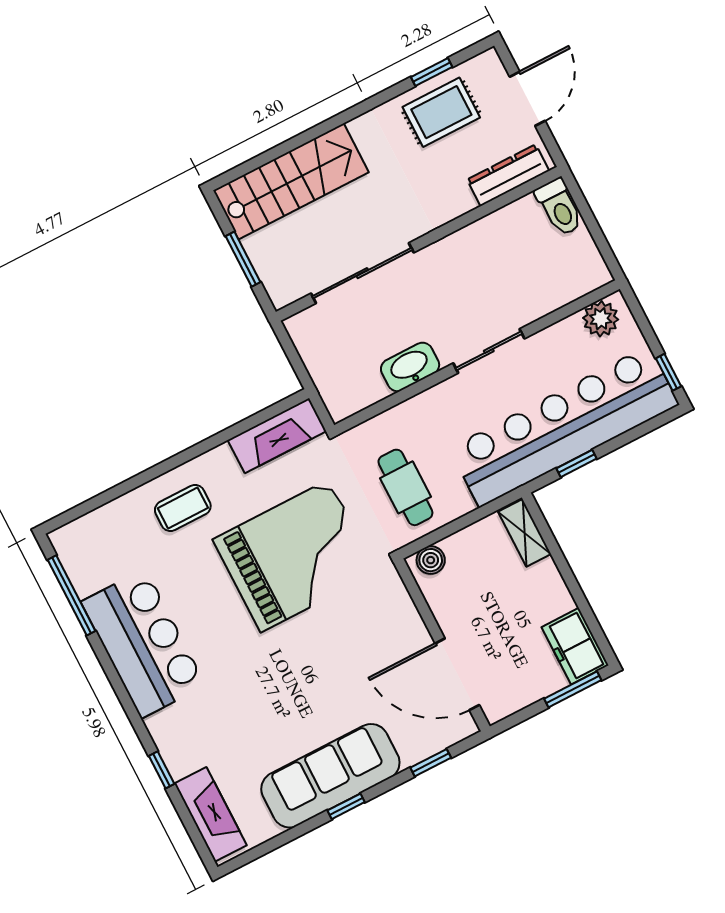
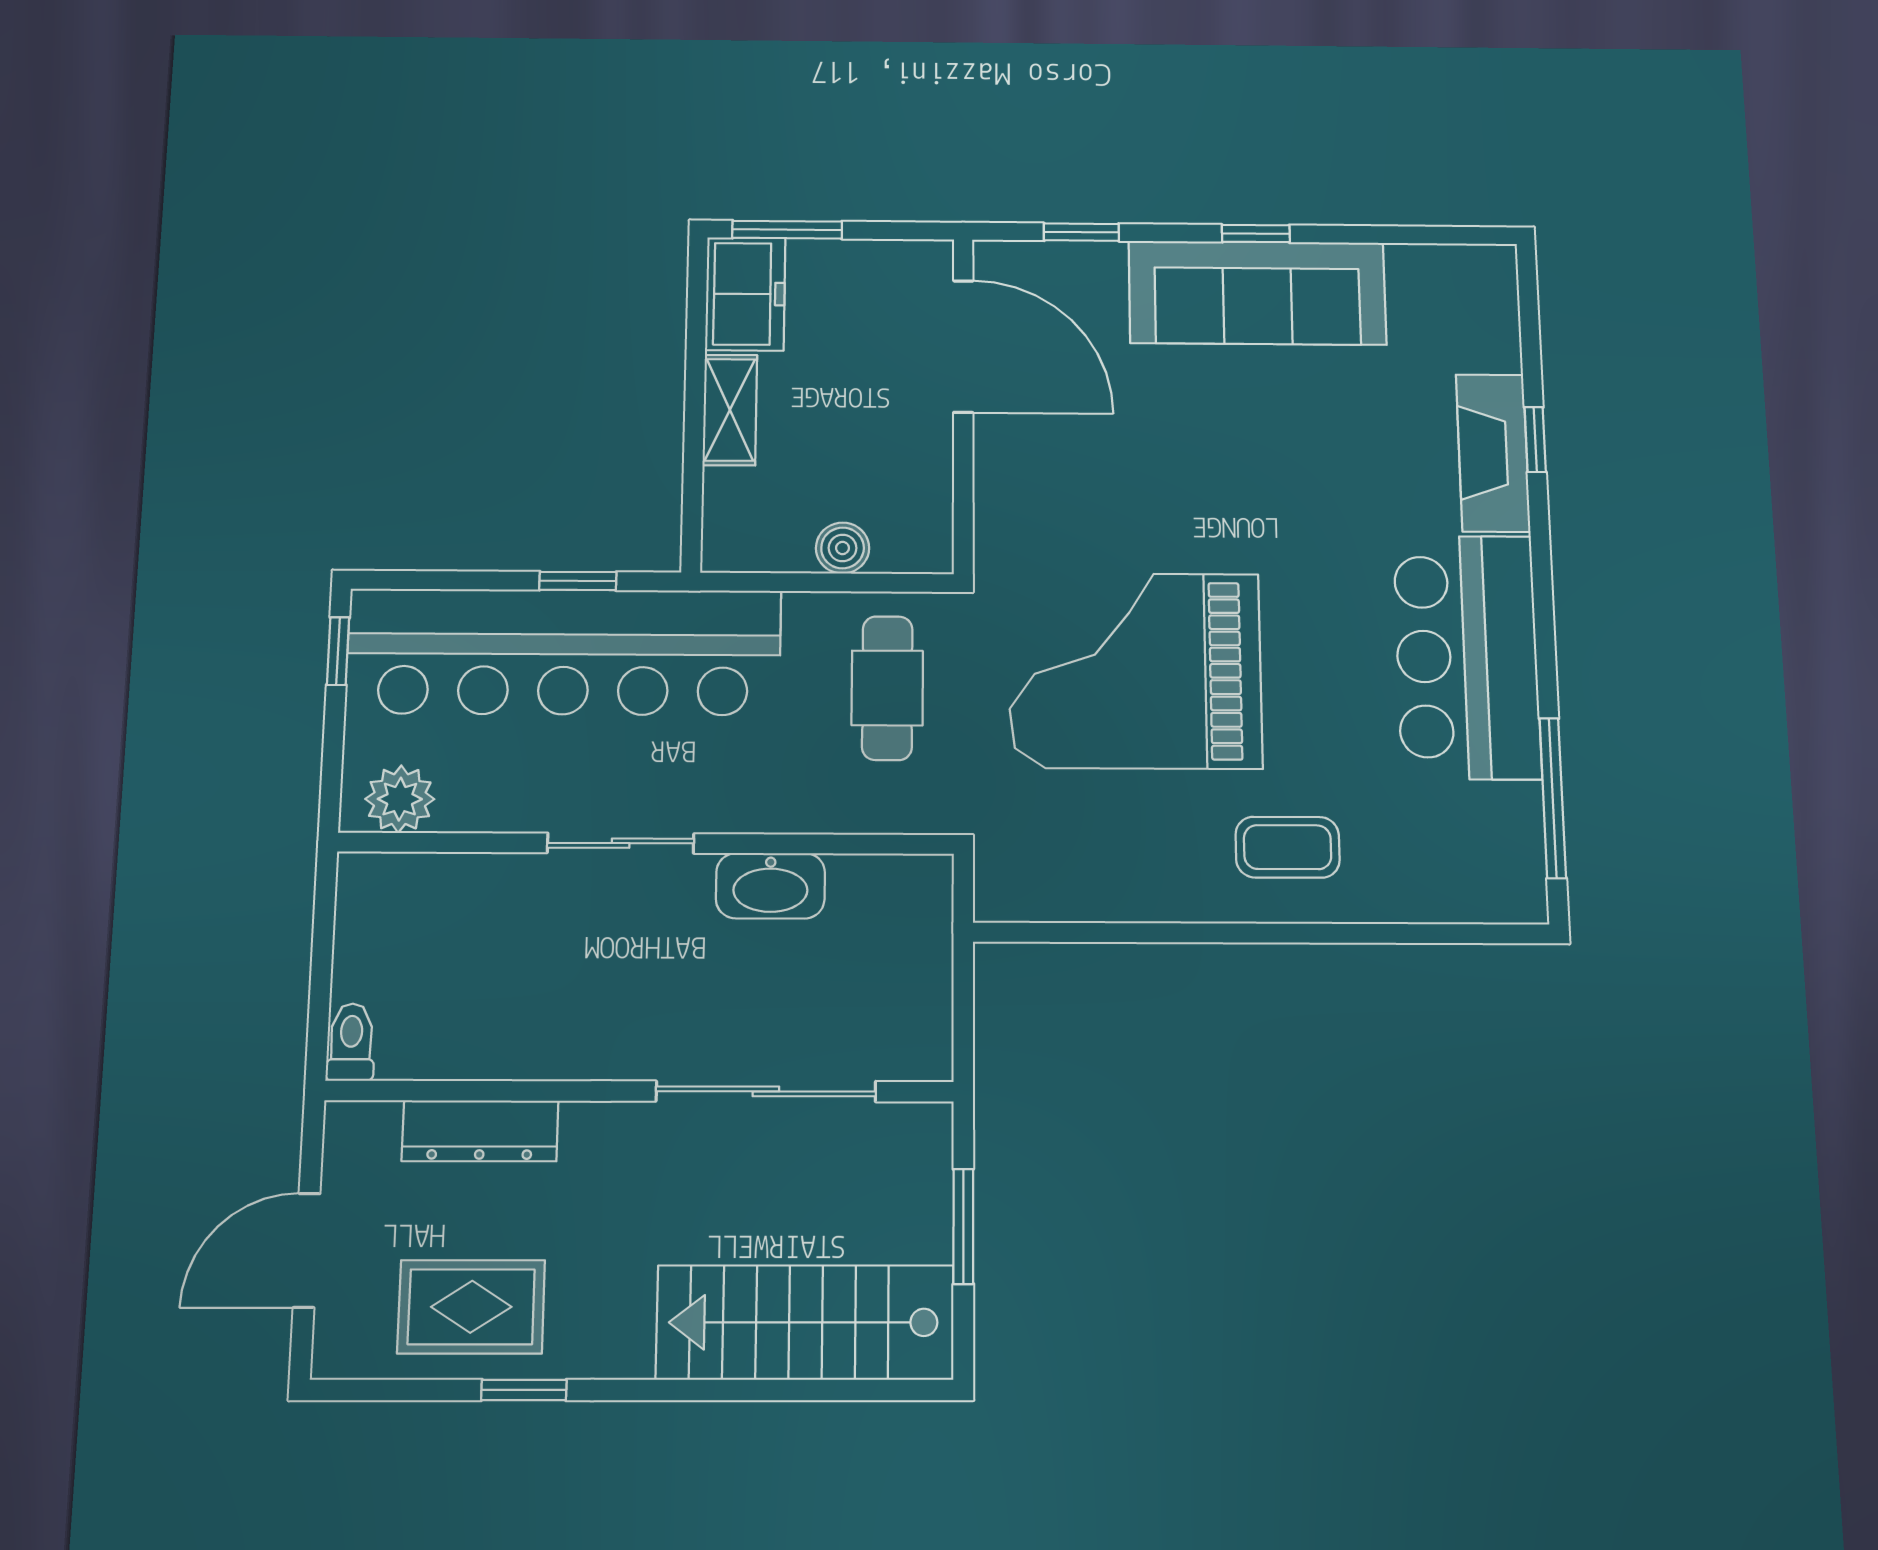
window: (432, 72) -> (524, 1390), moved
dresser: (508, 175) -> (480, 1131), moved
toilet: (559, 207) -> (351, 1042), width x0.73, depth x0.72
fireplace: (277, 436) -> (1062, 887), removed
shelving: (525, 533) -> (730, 410), moved
boiler: (431, 560) -> (843, 548), moved
fireplace: (210, 814) -> (1493, 453), moved

